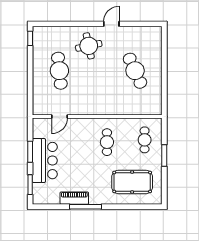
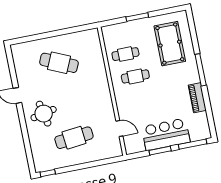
cafe table: (135, 71) -> (59, 63), turned 48
cafe table: (145, 140) -> (125, 54), moved
window: (30, 185) -> (193, 144), width x1.44
window: (86, 207) -> (201, 70), moved

